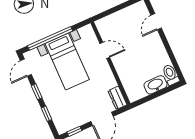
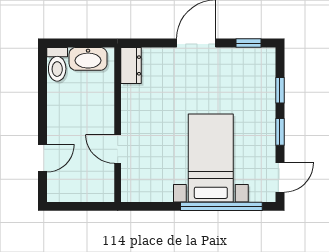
door: (105, 50) -> (118, 149), moved
wall: (110, 63) -> (118, 125), moved
dresser: (117, 98) -> (131, 65), moved

